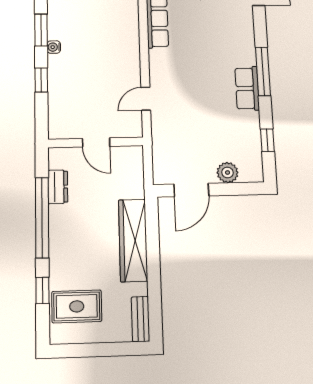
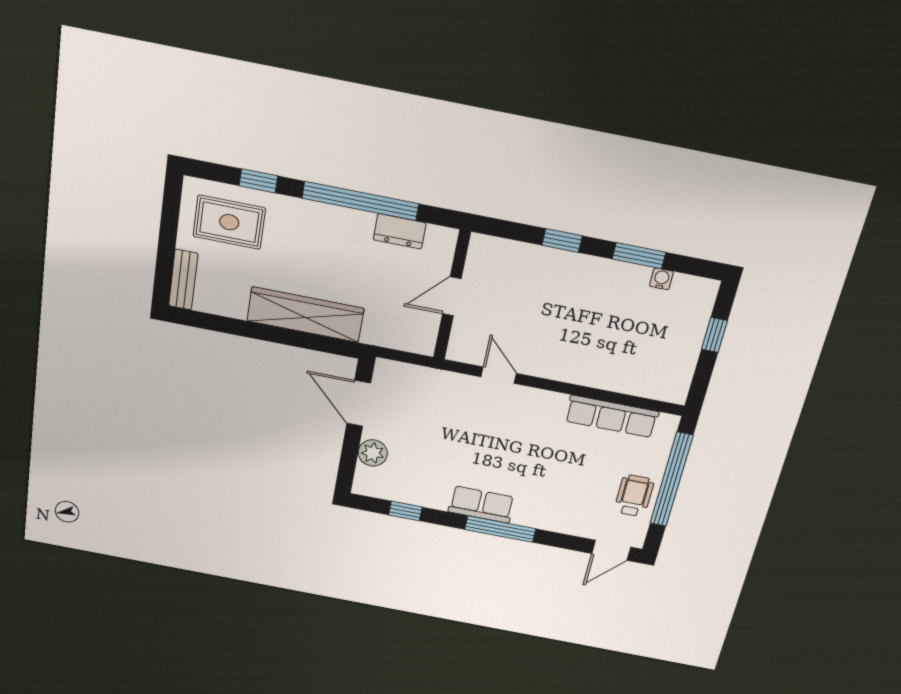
water cooler: (54, 47) -> (661, 279), moved
rug: (77, 306) -> (229, 222), turned 90
bench: (140, 319) -> (183, 280), moved, turned 90

